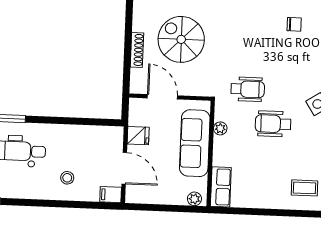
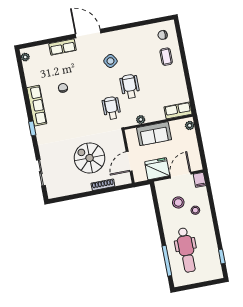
spiral stairs: (181, 39) -> (90, 158), turned 90
wheelchair: (273, 124) -> (130, 86), turned 180
fridge: (138, 136) -> (157, 169), width x1.88, depth x1.34
sofa: (195, 143) -> (154, 134), width x0.73
stool: (85, 155) -> (178, 202), added

